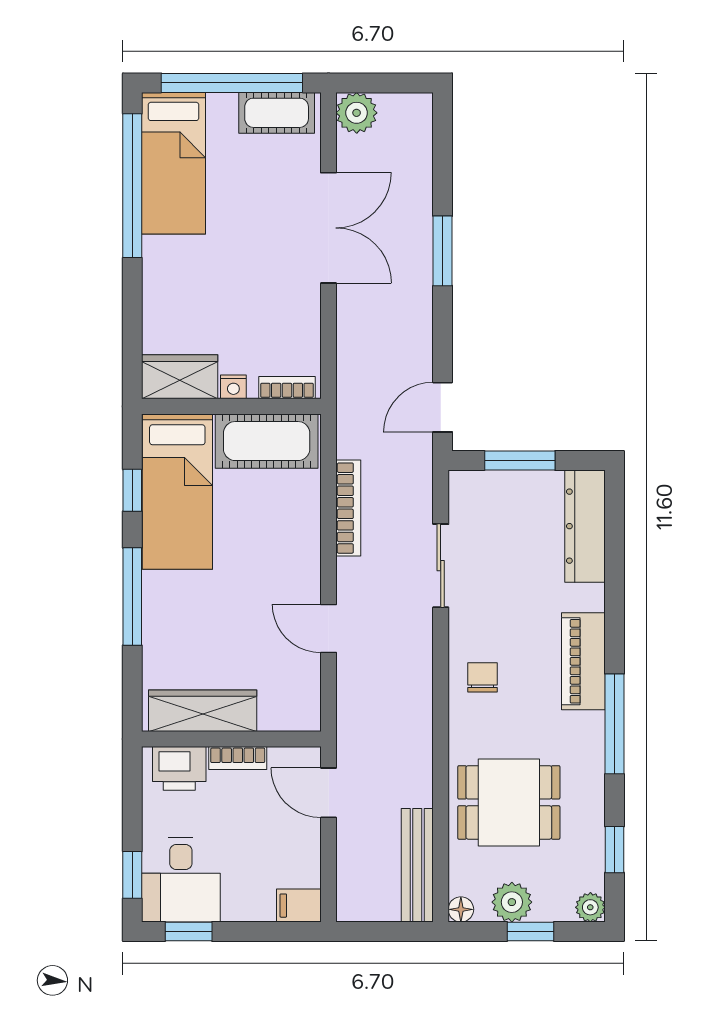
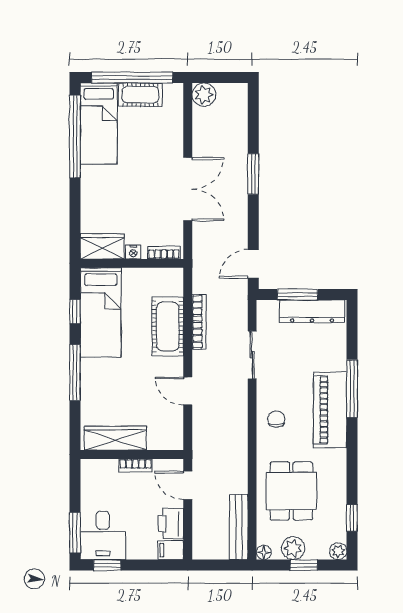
cot: (277, 113) -> (140, 95), moved
double door: (329, 228) -> (188, 189), moved
cot: (267, 441) -> (168, 326), moved, turned 90
dresser: (585, 526) -> (312, 311), moved, turned -90
piano: (583, 661) -> (330, 410), width x1.37, depth x1.33
window: (615, 724) -> (352, 389), moved
printer: (179, 768) -> (171, 524), moved, turned 90
dining table: (509, 802) -> (291, 491), turned 90
window: (132, 875) -> (75, 533), width x1.50

